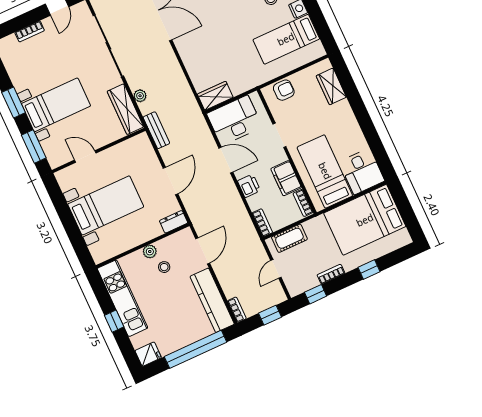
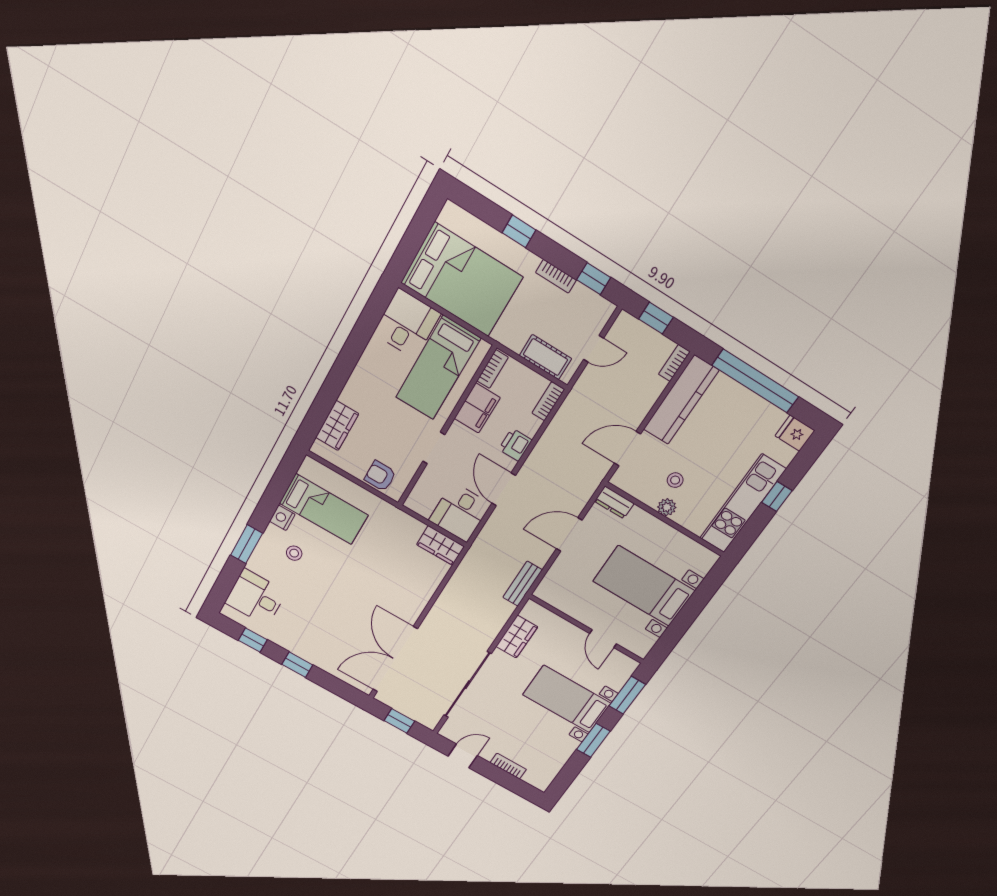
plant: (140, 96) -> (497, 623), removed
wardrobe: (125, 109) -> (517, 637), width x0.67
desk: (234, 120) -> (460, 512), width x0.73

